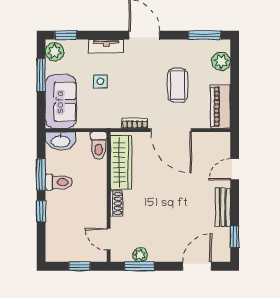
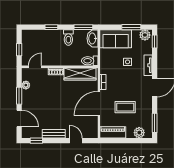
window: (41, 174) -> (83, 27), moved
window: (139, 266) -> (19, 96), moved

